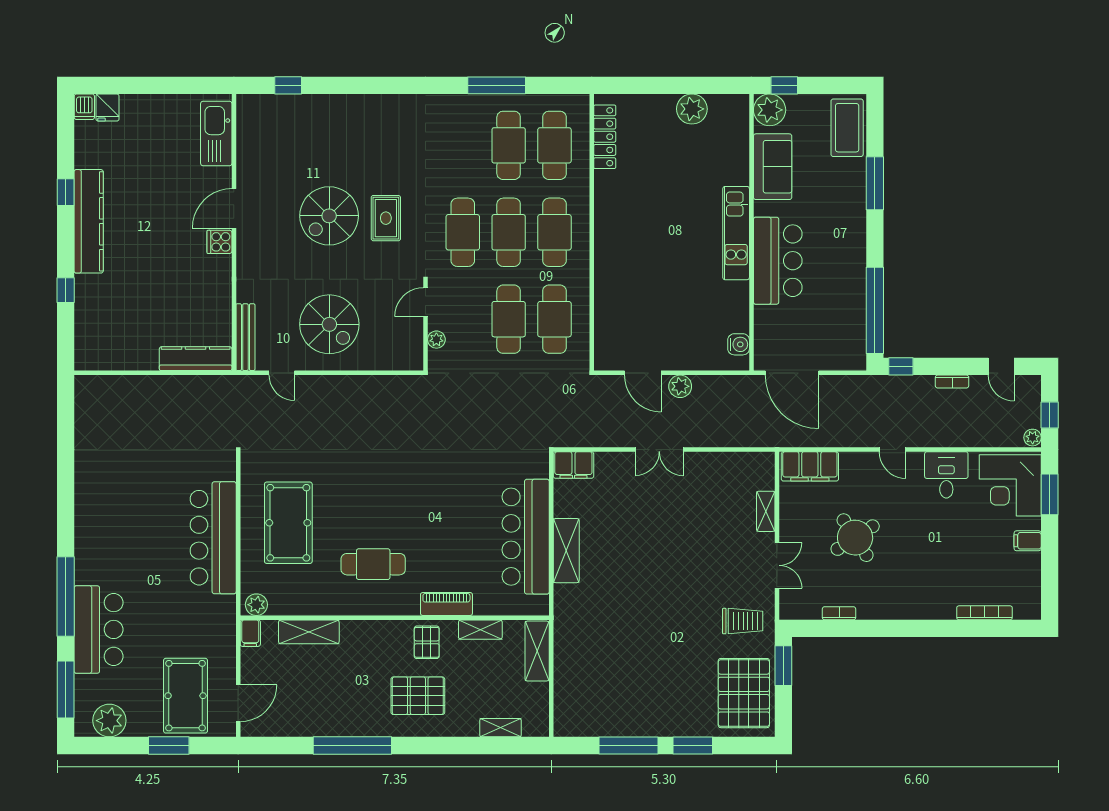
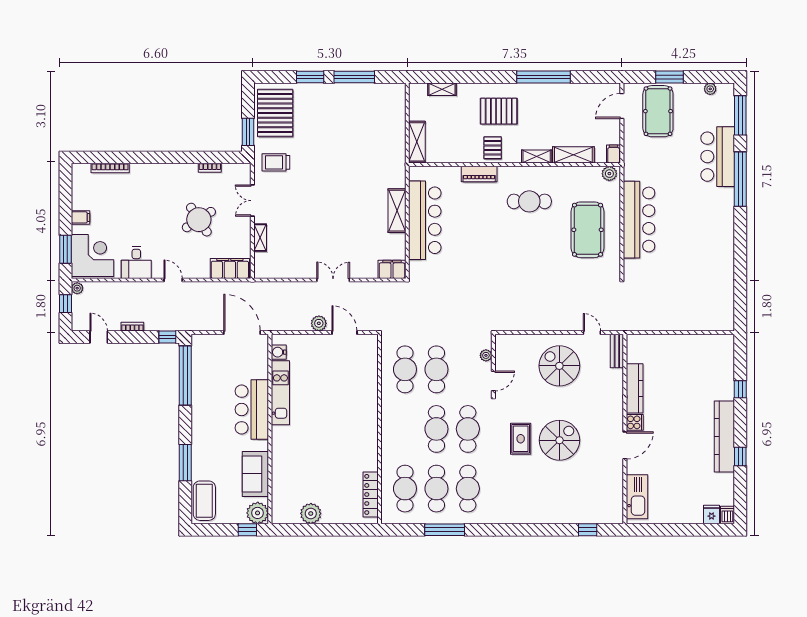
cafe table: (554, 232) -> (468, 489), moved
kitchen unit: (736, 233) -> (280, 393), moved
bench: (245, 337) -> (617, 351), width x0.73
kitchen counter: (196, 359) -> (635, 388), moved, turned -90
shelving: (480, 630) -> (537, 156), moved
plant: (109, 721) -> (710, 89), width x0.53, depth x0.53

